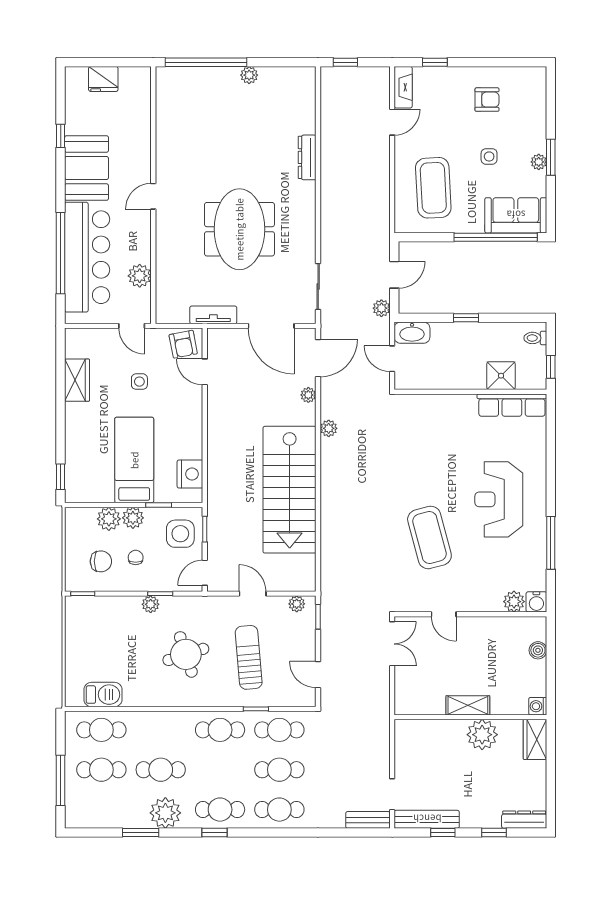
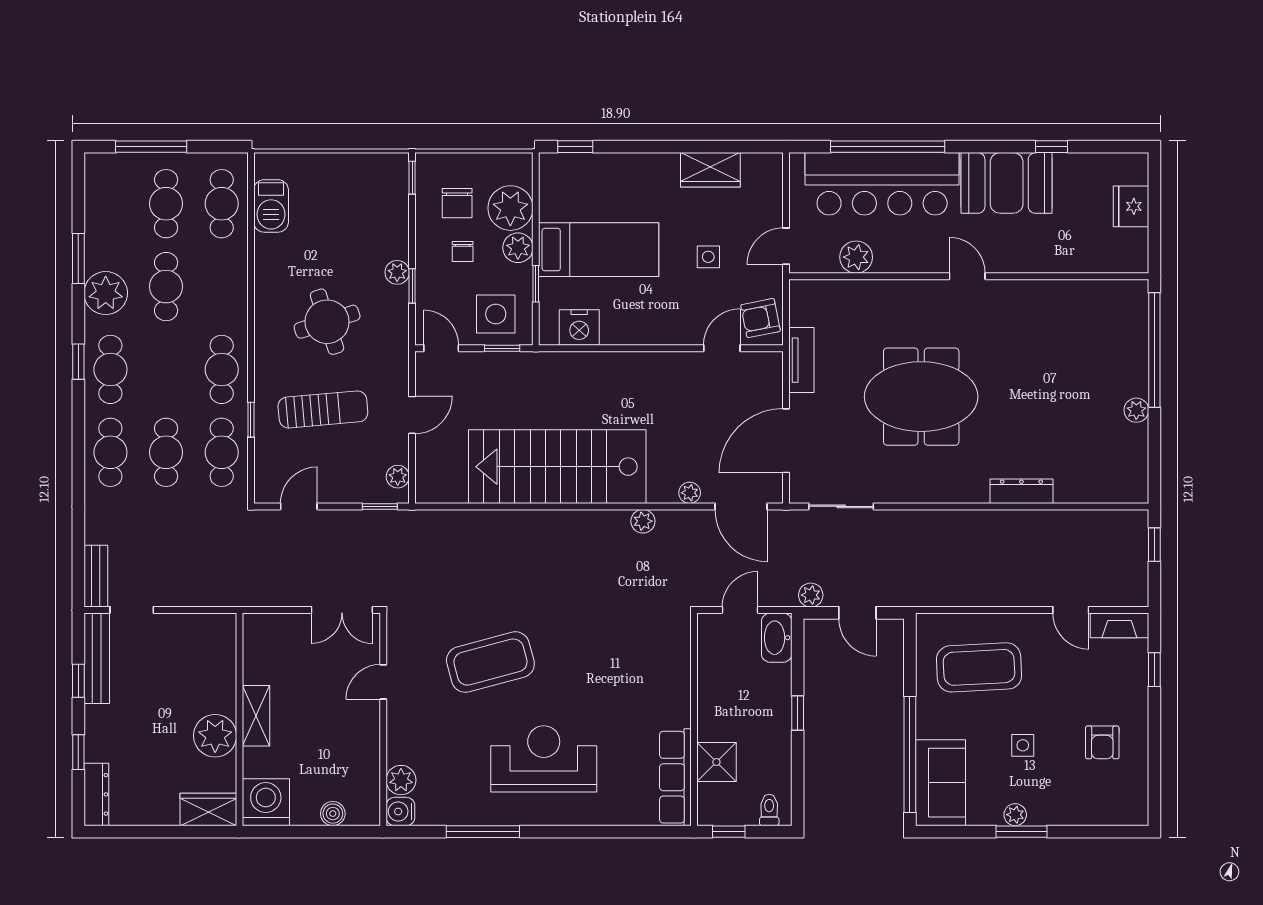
plant: (109, 519) -> (510, 208), width x1.36, depth x1.36
chair: (136, 557) -> (463, 251), turned 90
washing machine: (538, 706) -> (266, 802), width x1.89, depth x1.89

